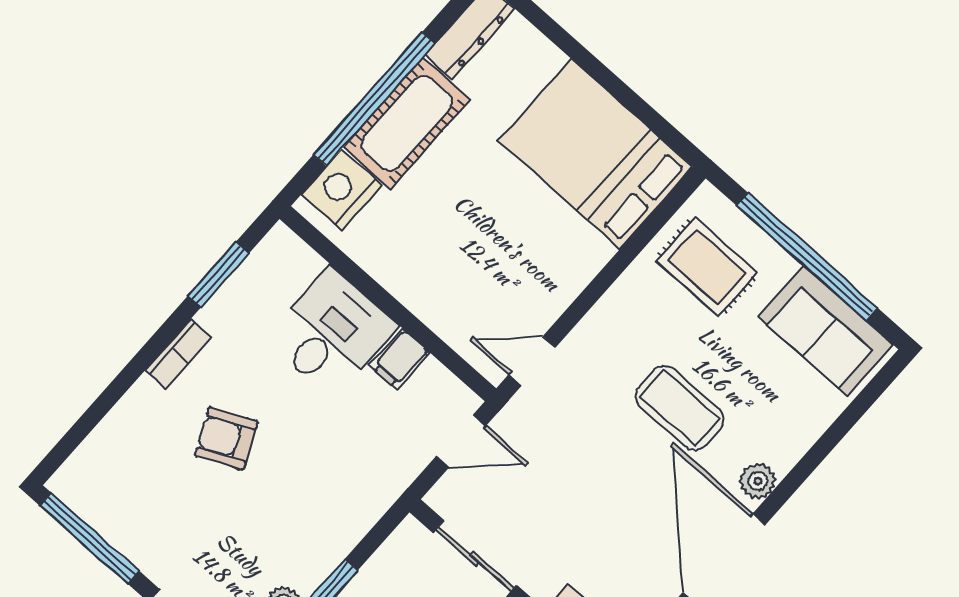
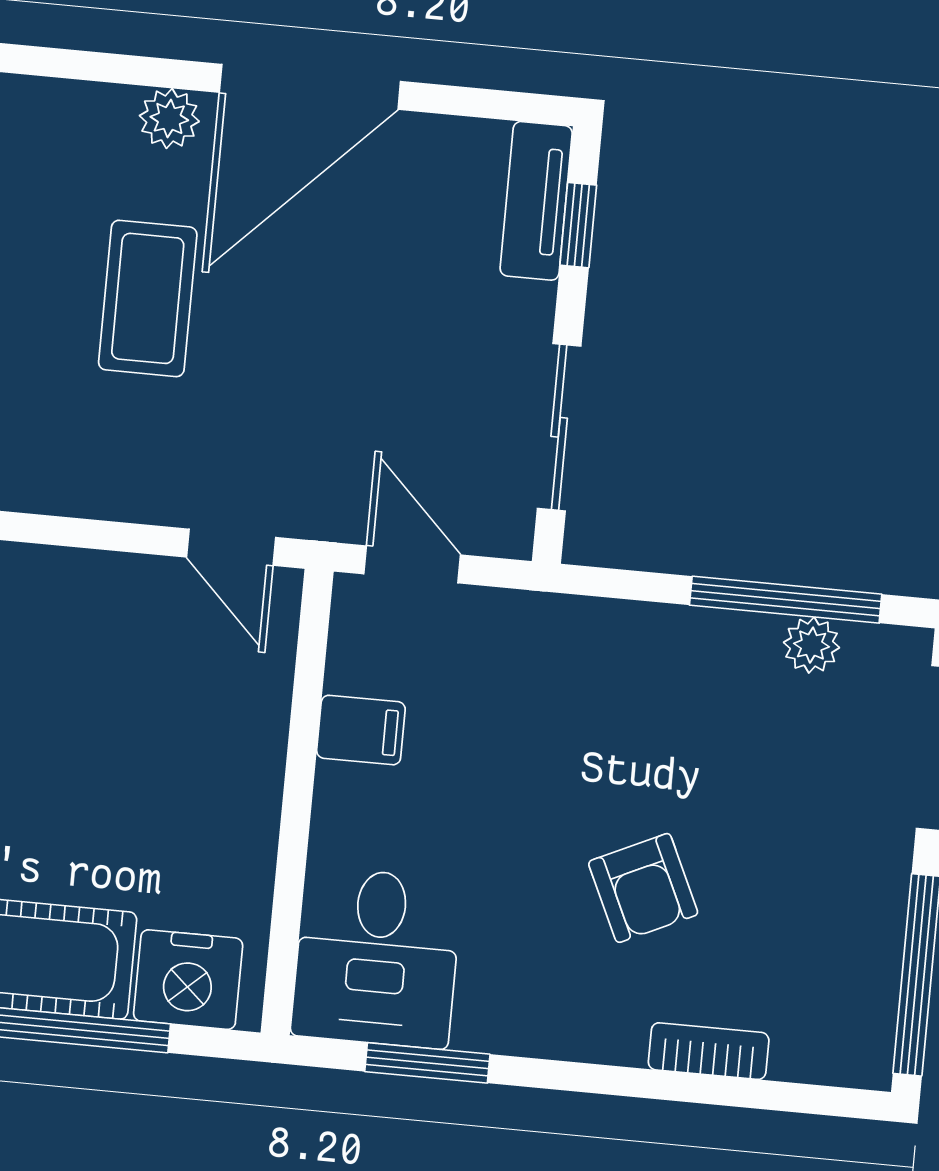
desk: (331, 332) -> (377, 958), moved, turned -90
bookcase: (178, 354) -> (709, 1051), moved

